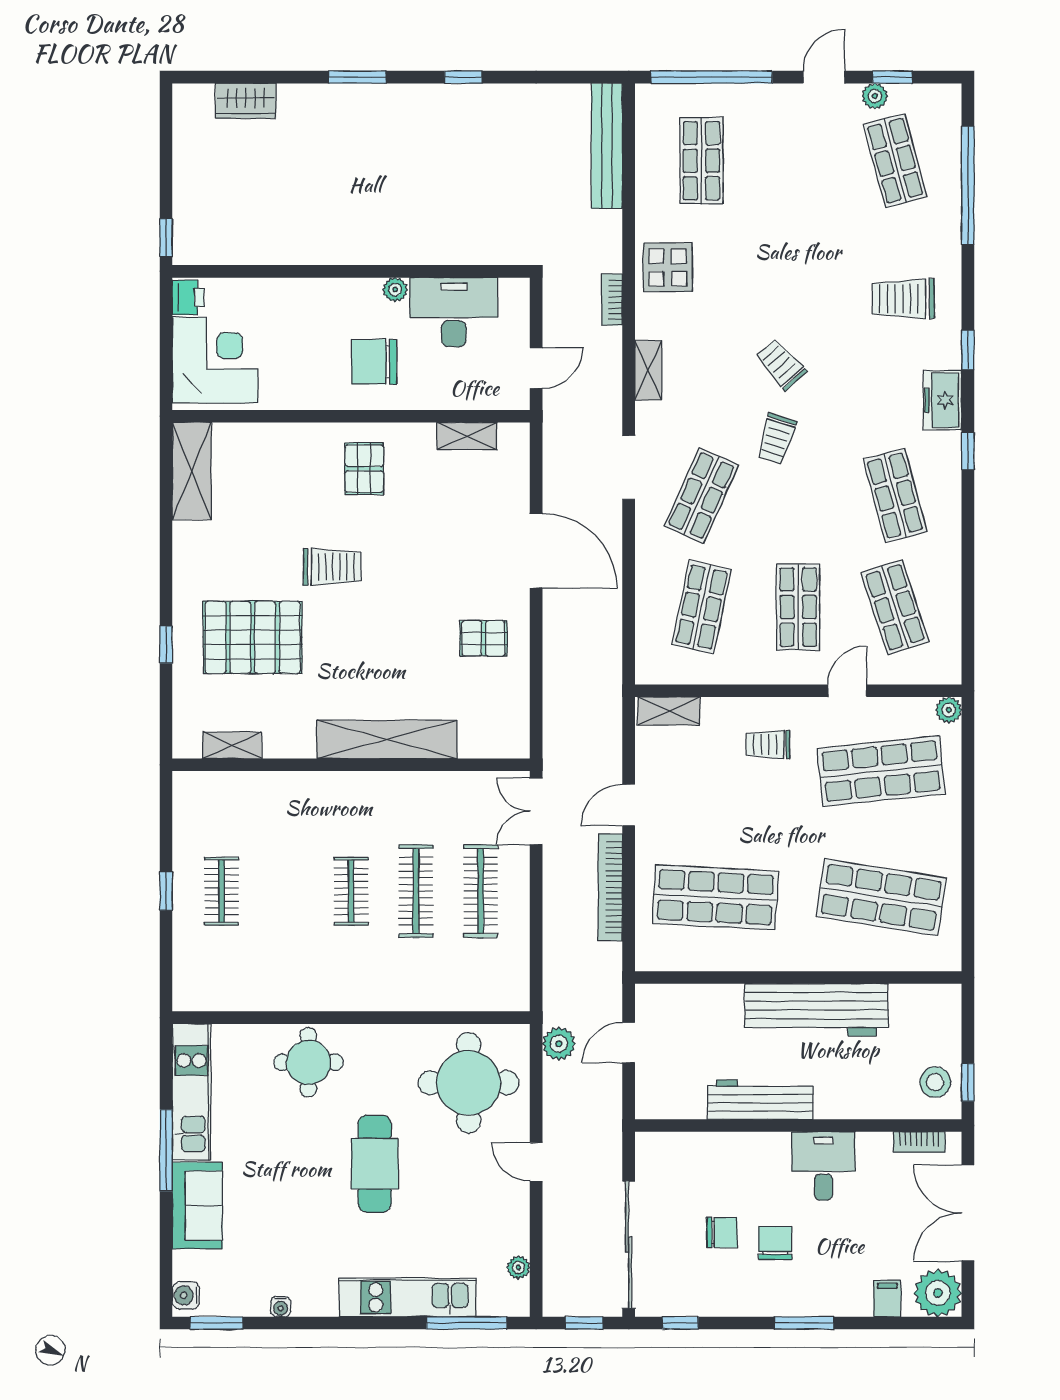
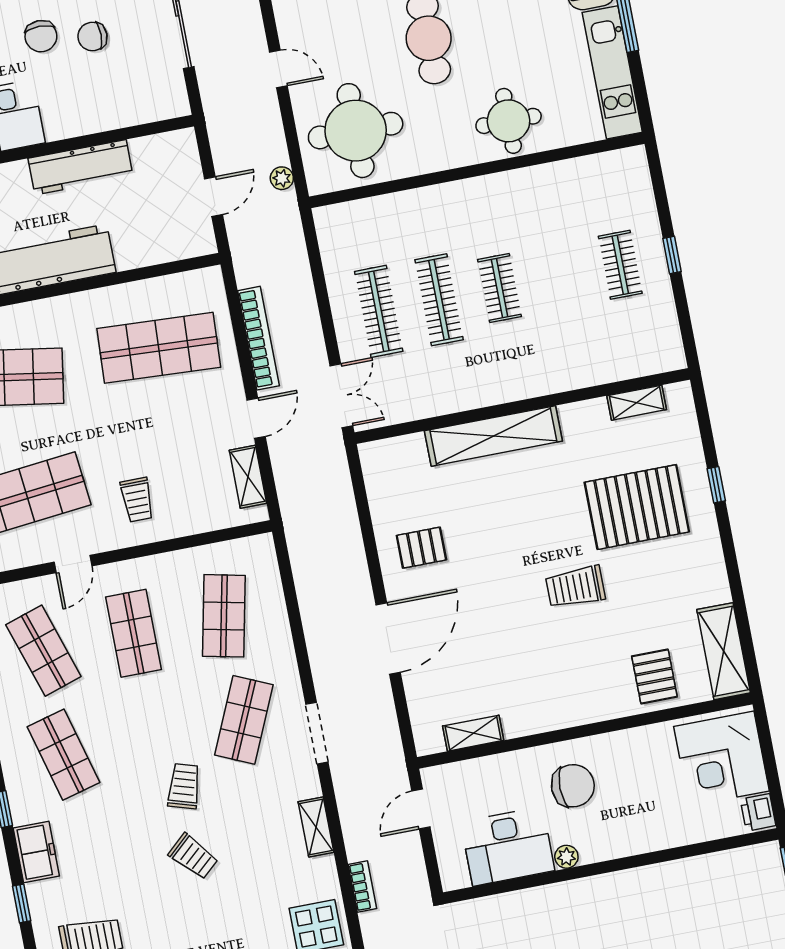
pallet: (364, 469) -> (654, 676), moved
door: (536, 551) -> (388, 639), swing flipped
shelving: (669, 711) -> (248, 477), moved, turned 90
trolley: (768, 745) -> (137, 500), turned 90
plant: (559, 1044) -> (282, 178), width x0.73, depth x0.73

